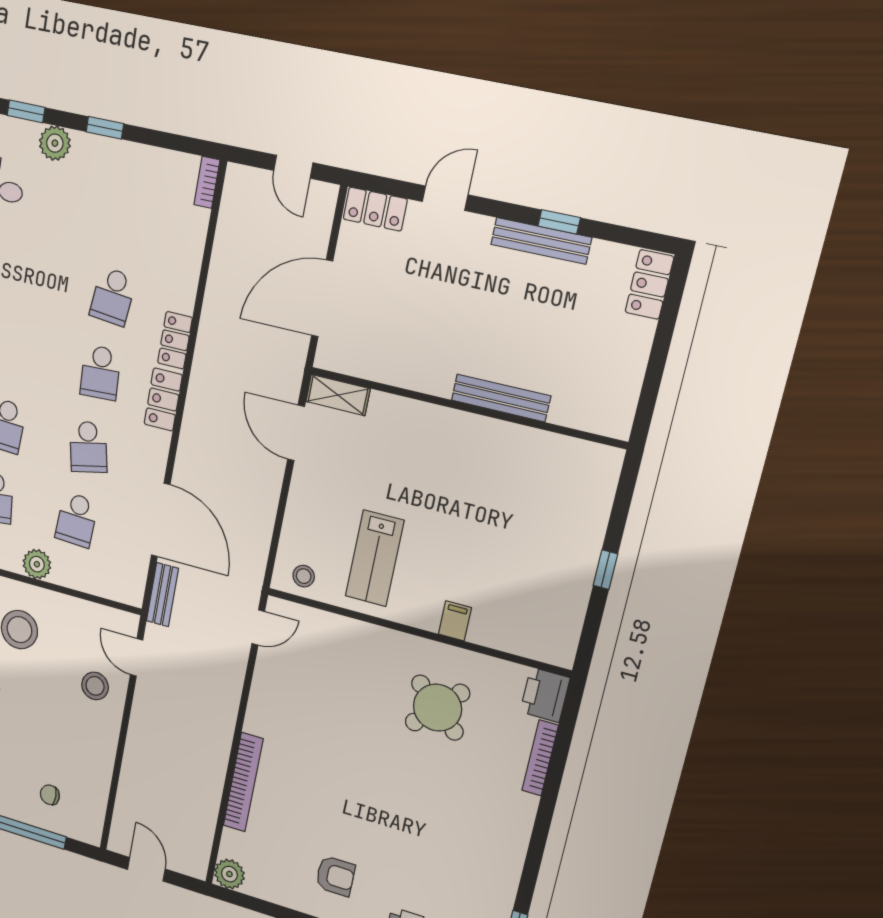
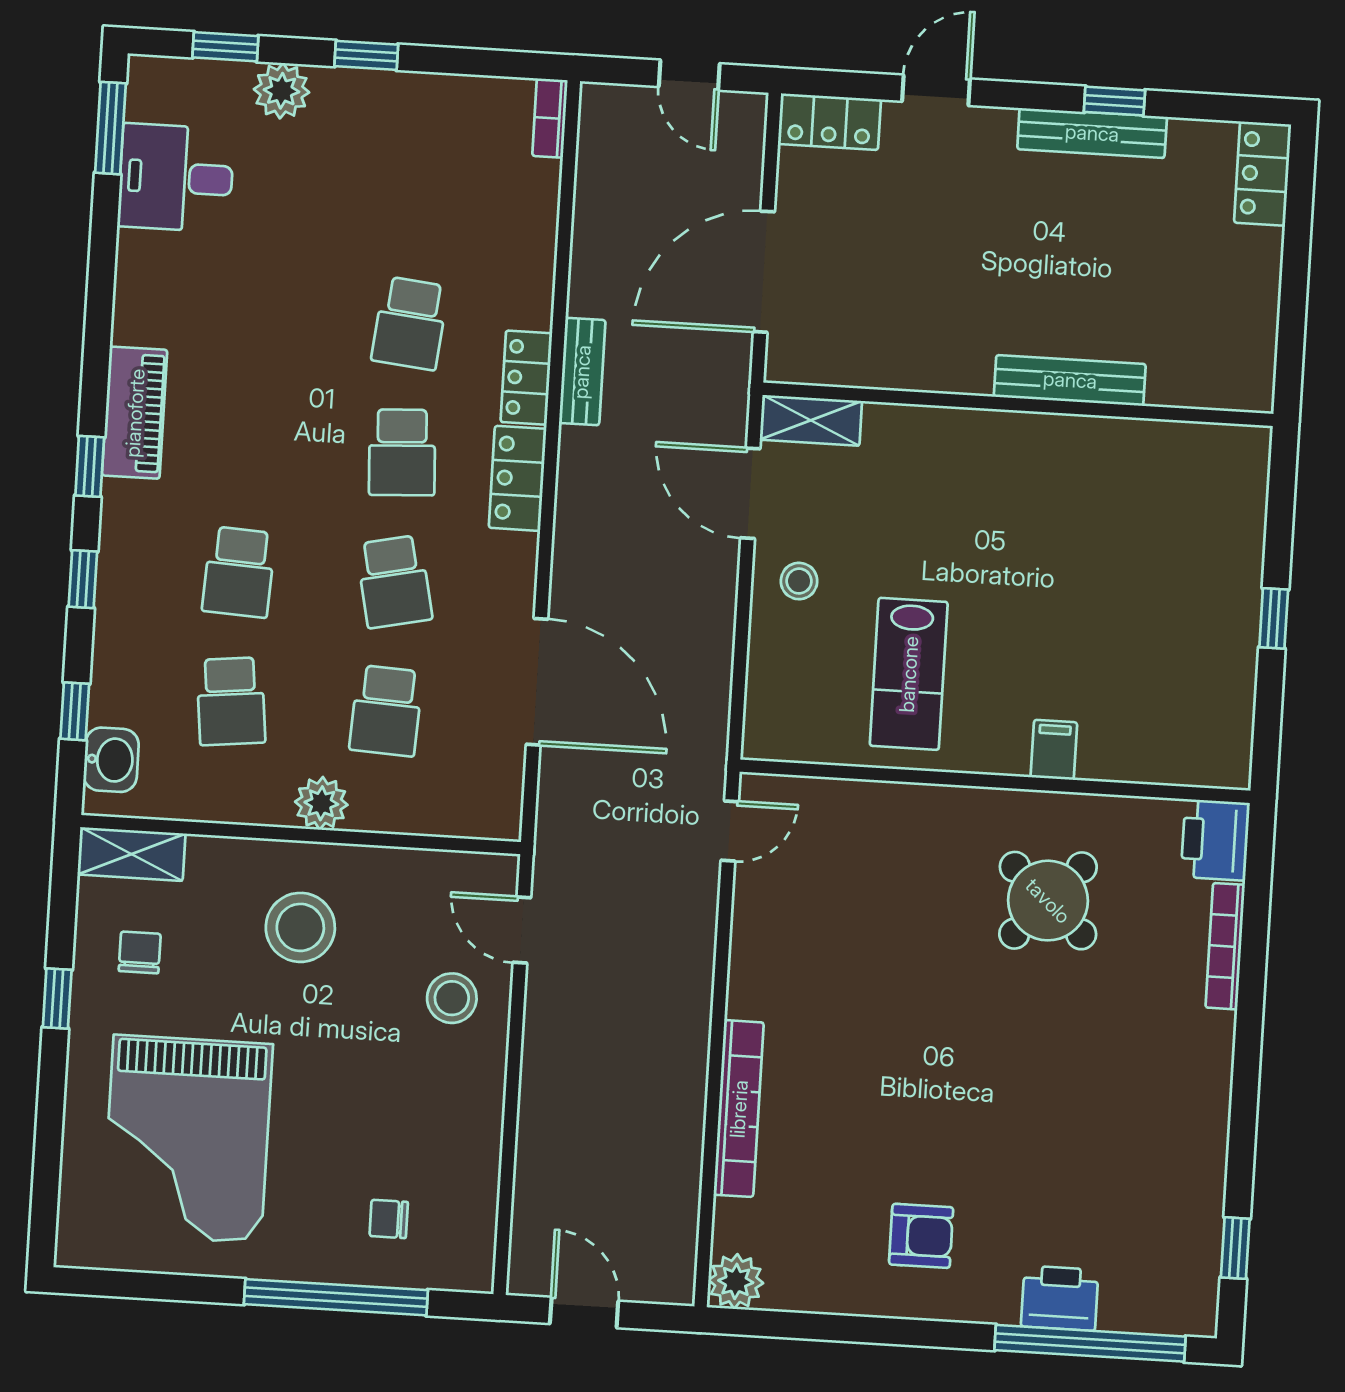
stool: (304, 576) -> (799, 581), moved
bench: (163, 595) -> (582, 372), moved

